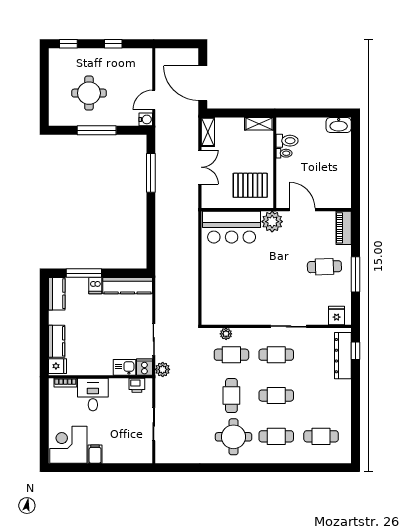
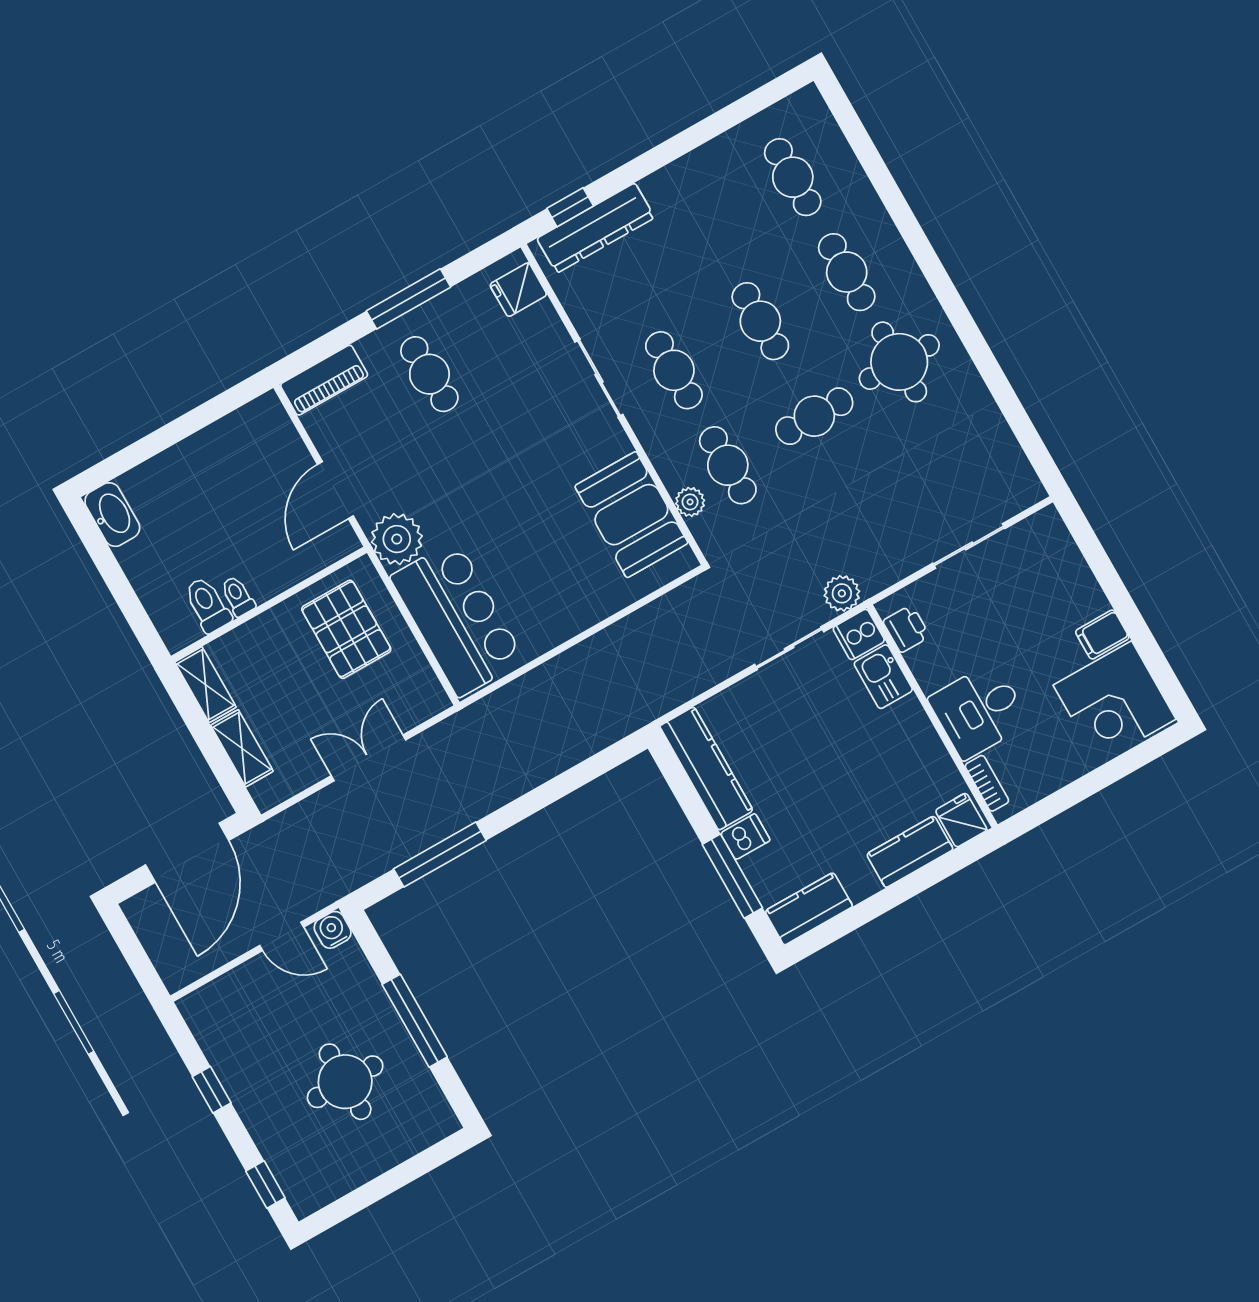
shelving: (208, 132) -> (242, 748), moved, turned 90
booth: (233, 310) -> (631, 515), added

